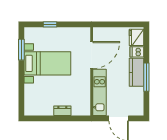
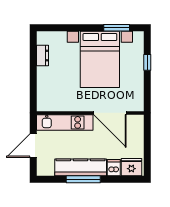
bed with nightstands: (47, 63) -> (100, 59), width x1.36
kitchen counter: (137, 72) -> (81, 167), width x1.50
dresser: (62, 111) -> (42, 56), moved

